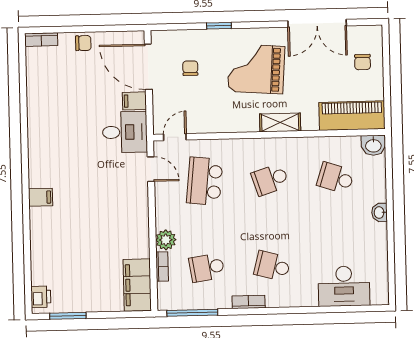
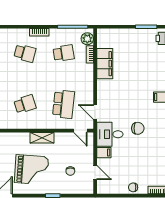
door: (148, 67) -> (95, 172), width x0.53
shelving: (280, 123) -> (42, 138), moved
door: (175, 137) -> (80, 131), hinge flipped
chair: (78, 143) -> (138, 128), added
plant: (166, 240) -> (87, 39), moved
filing cabinet: (137, 285) -> (105, 64), moved

